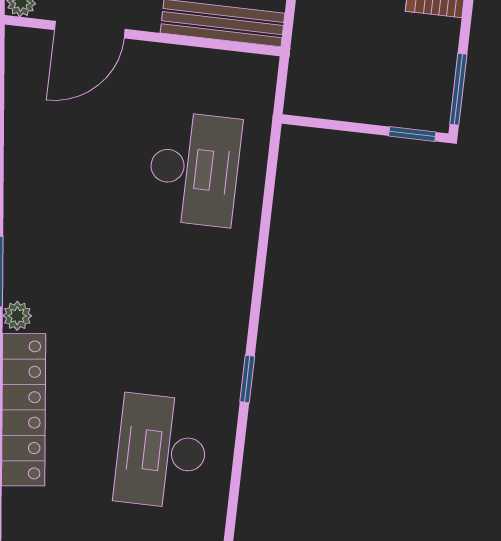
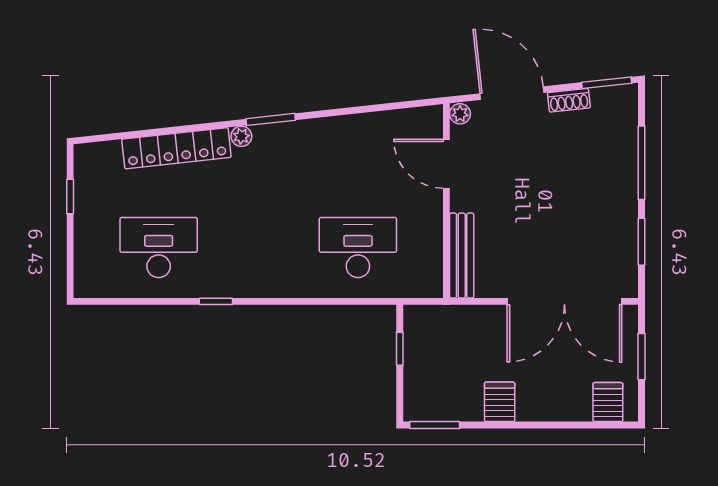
window: (412, 134) -> (400, 349), moved
desk: (194, 169) -> (358, 248), turned 180

